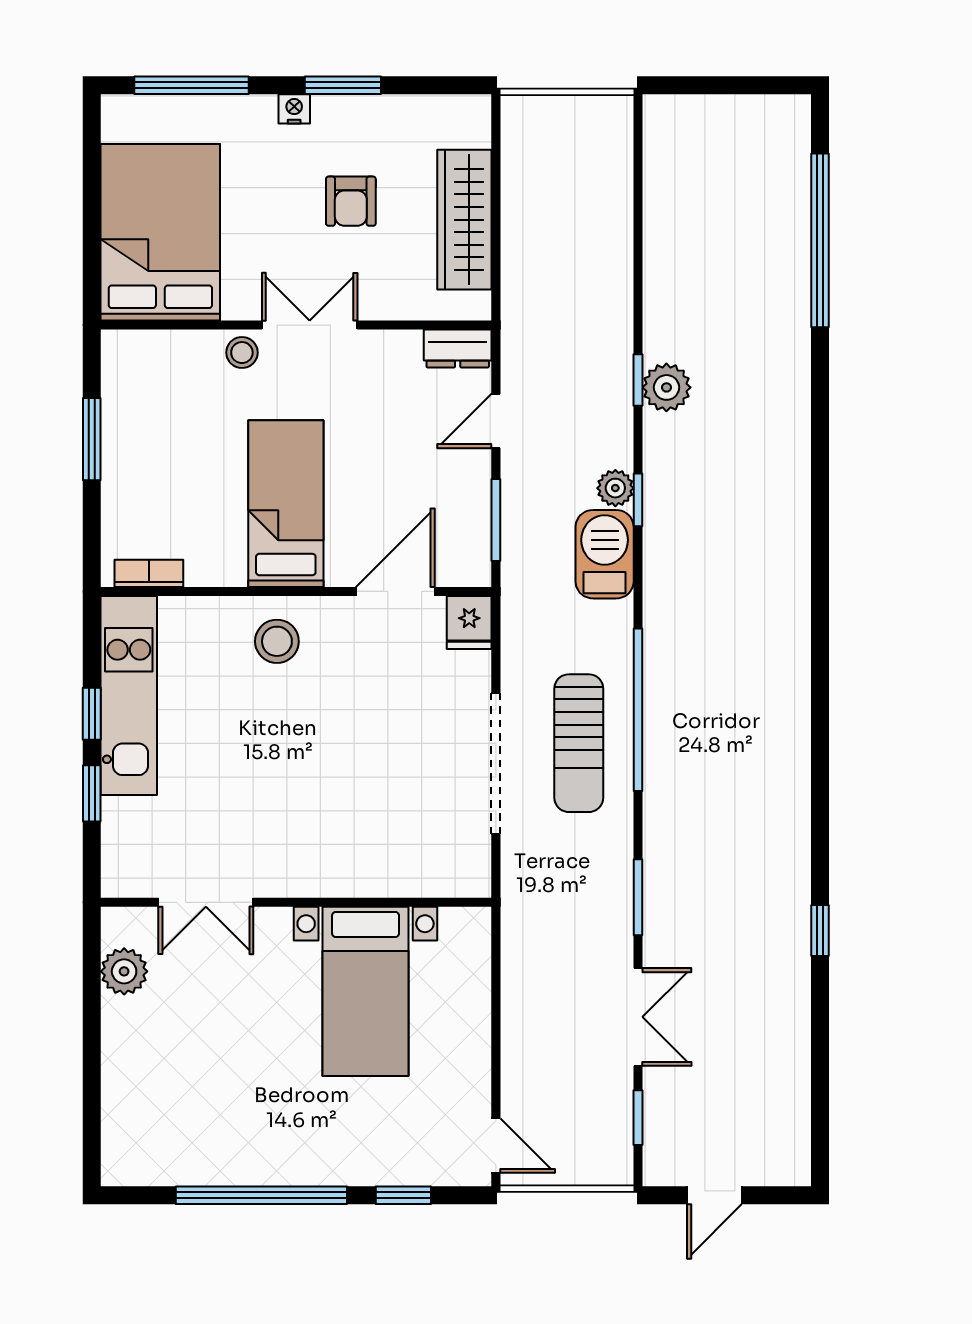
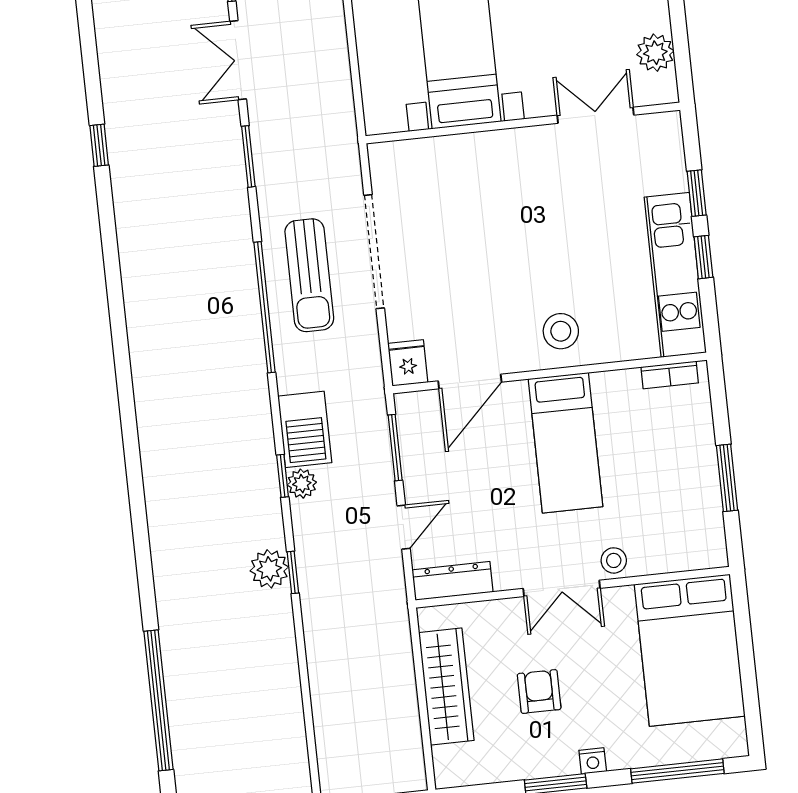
dresser: (458, 349) -> (452, 581), width x1.44
sun lounger: (579, 743) -> (309, 275), turned 180

